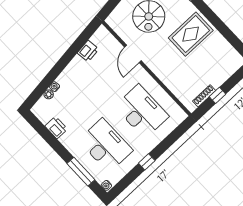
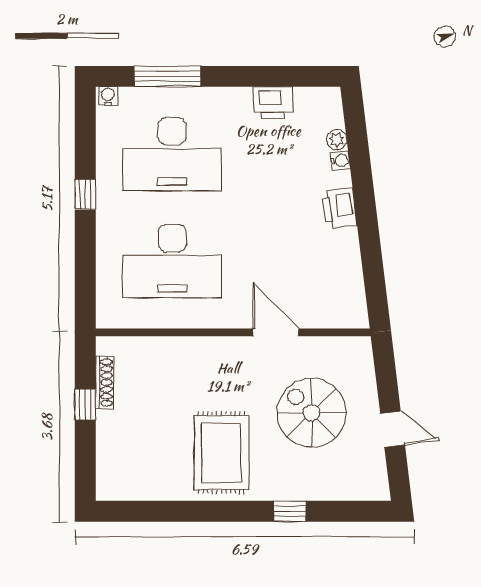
printer: (88, 51) -> (340, 209), moved

